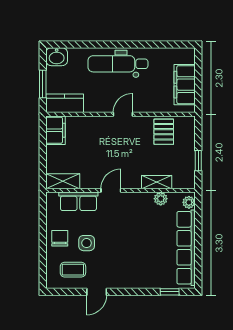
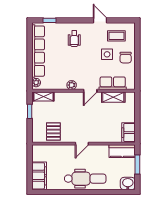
filing cabinet: (185, 85) -> (39, 176), moved
shelving: (63, 181) -> (113, 97), moved
shelving: (157, 182) -> (44, 97), moved
plant: (161, 199) -> (72, 85), moved
wheelchair: (134, 266) -> (74, 39), added
door: (97, 292) -> (100, 20), hinge flipped

